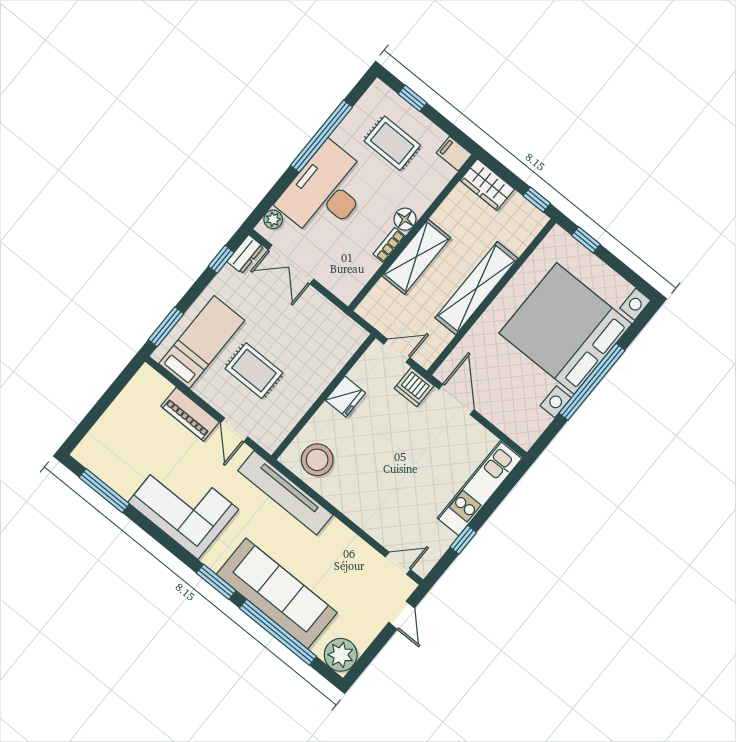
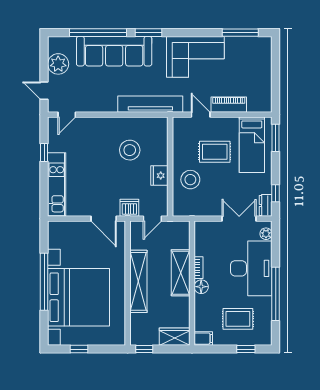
window: (586, 240) -> (79, 349), moved
stool: (312, 361) -> (190, 180), added
stool: (317, 460) -> (130, 150), moved
plant: (341, 655) -> (58, 64), moved

